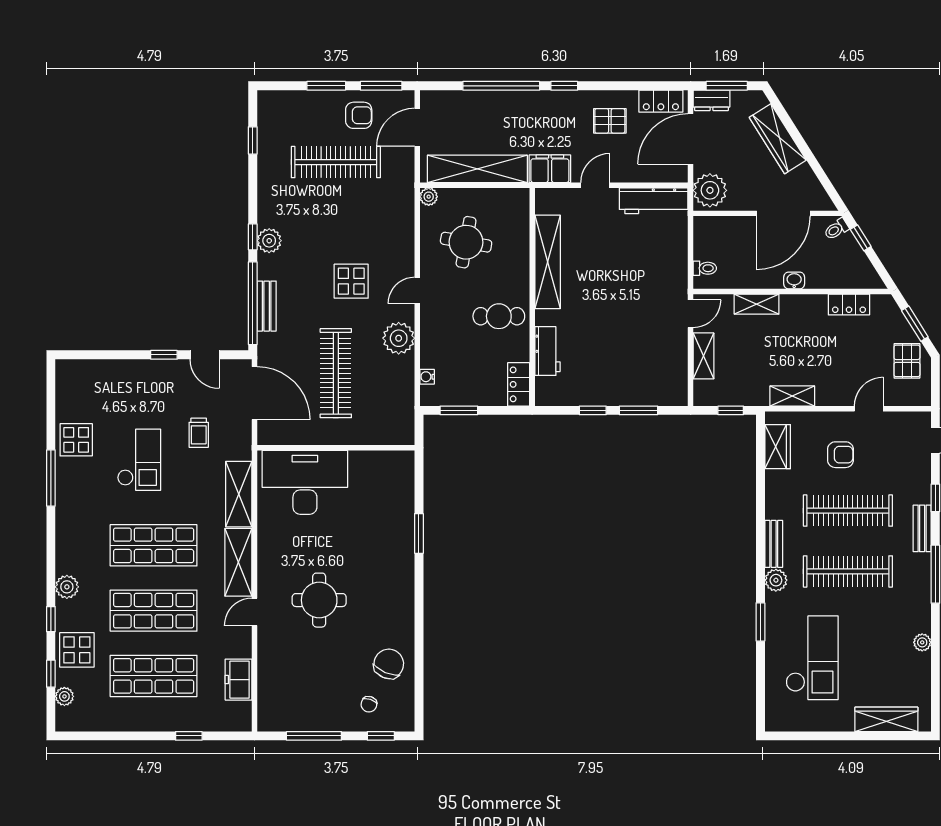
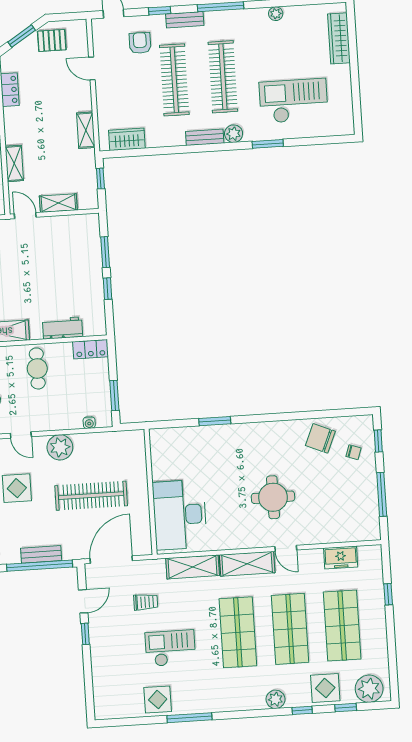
armchair: (840, 455) -> (140, 43), moved
plant: (64, 696) -> (369, 689), width x1.87, depth x1.87

